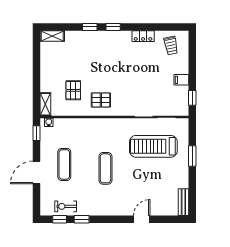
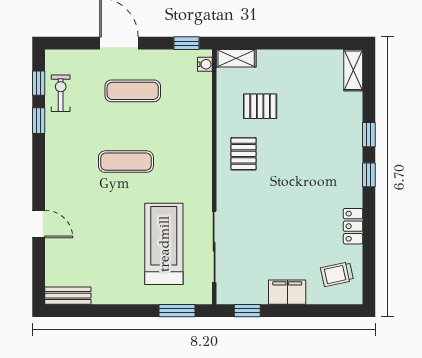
filing cabinet: (181, 80) -> (287, 292), width x2.00
window: (192, 156) -> (177, 311), moved

